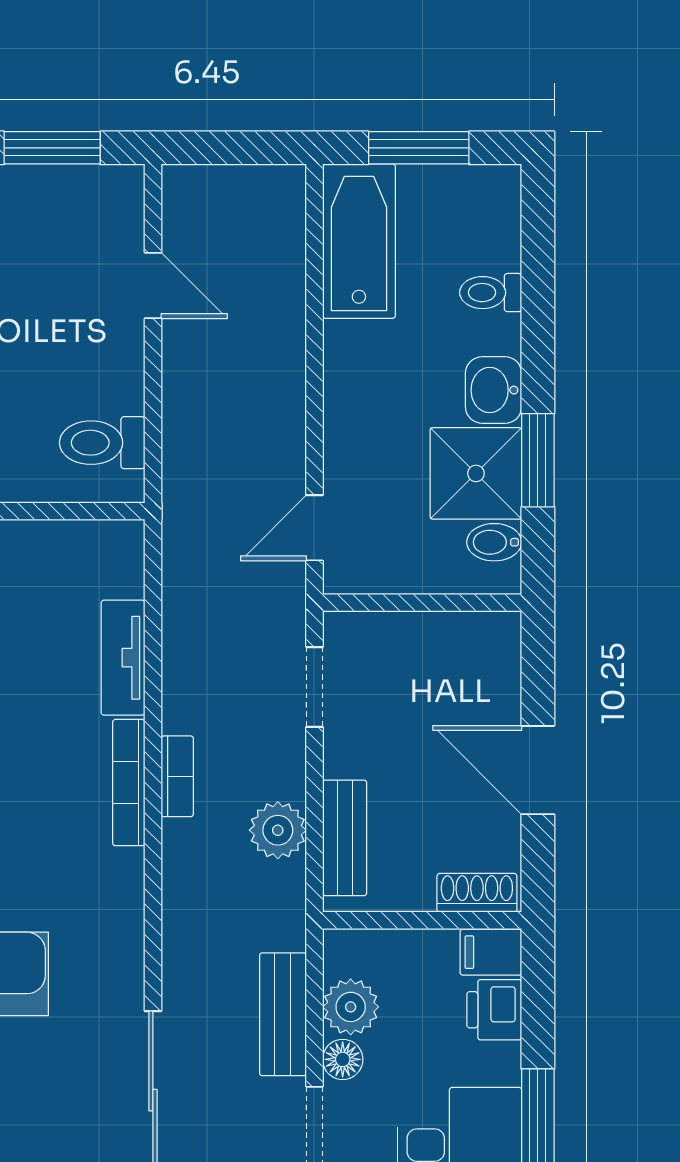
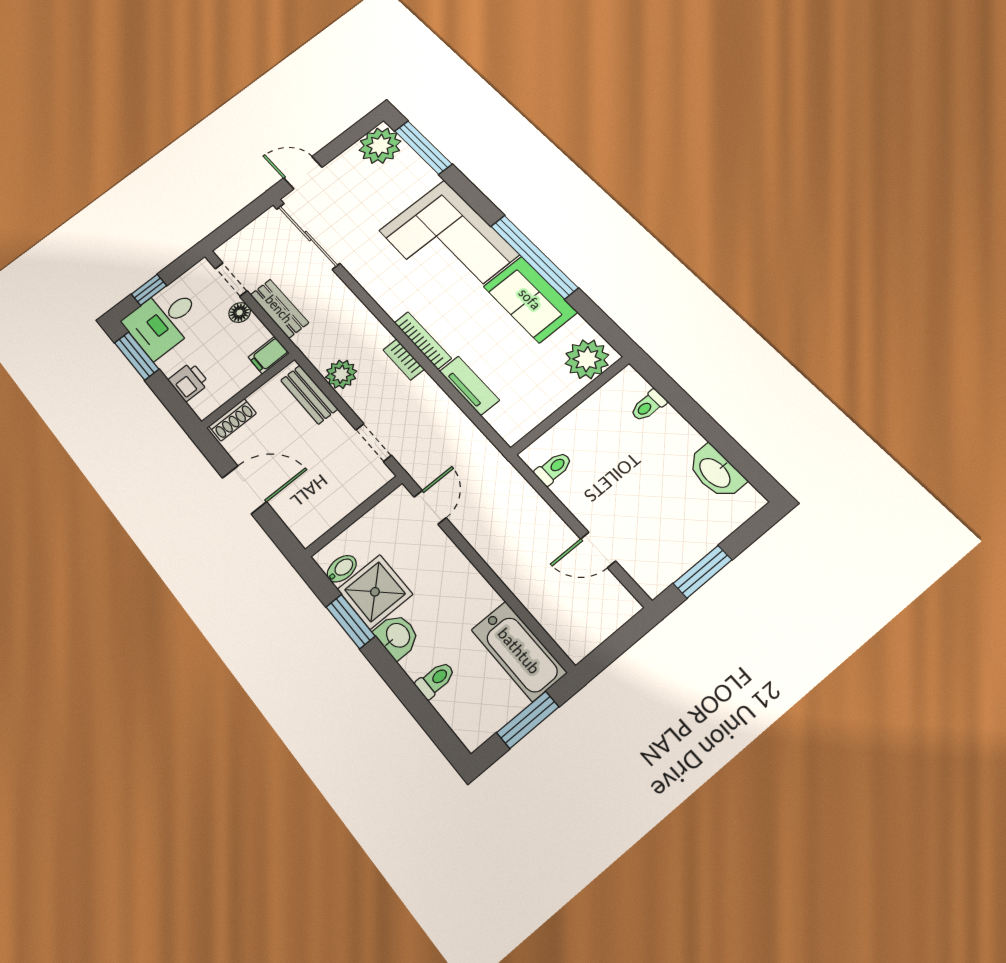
toilet: (102, 443) -> (554, 468), width x0.73, depth x0.72
filing cabinet: (491, 952) -> (269, 355), moved, turned 180
plant: (351, 1007) -> (252, 334), removed

